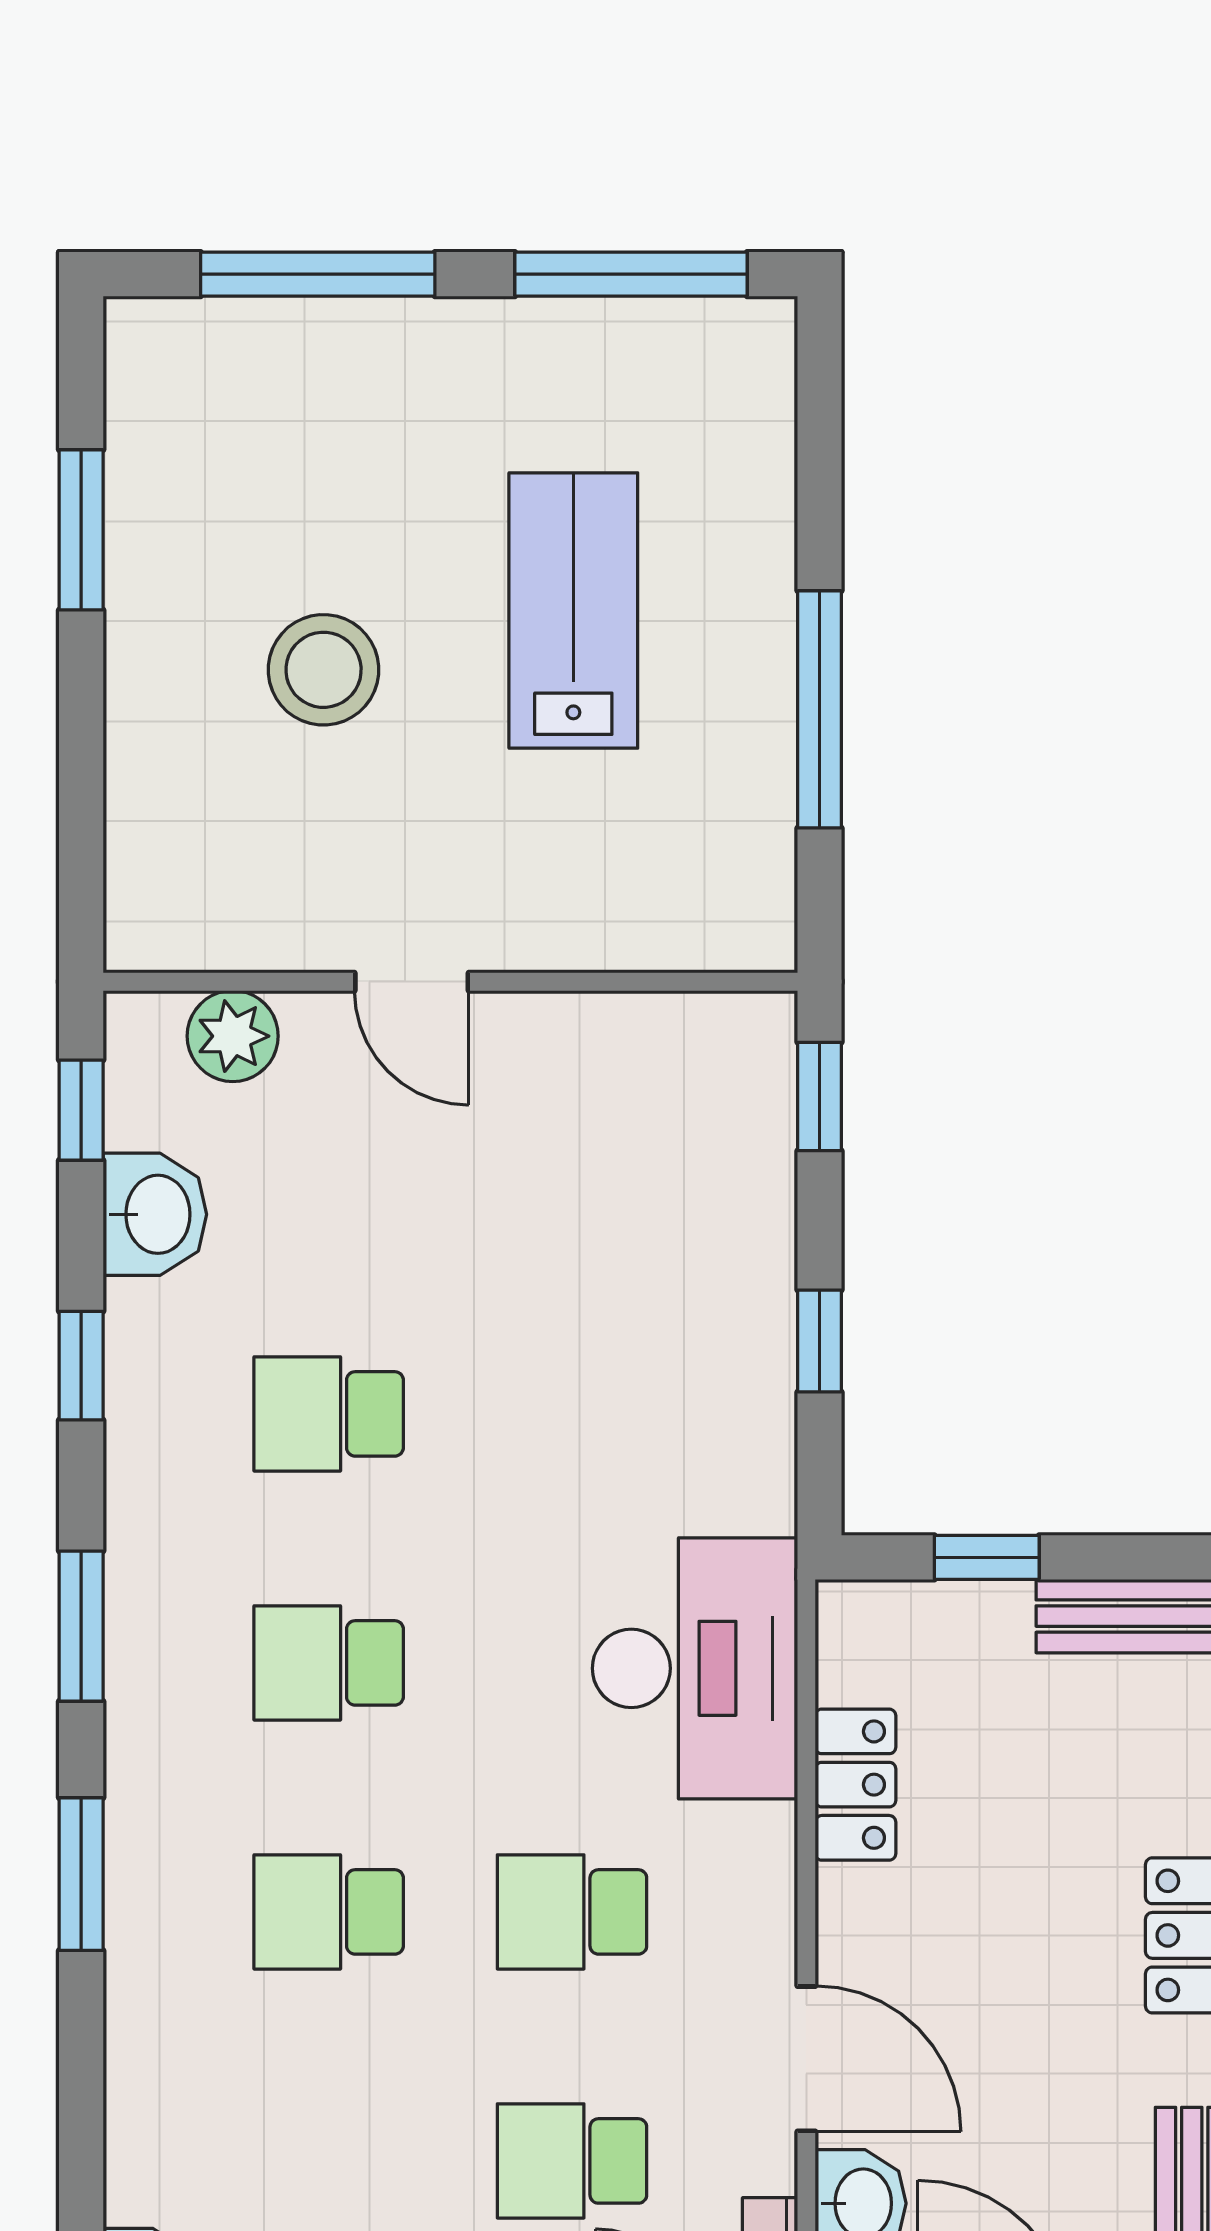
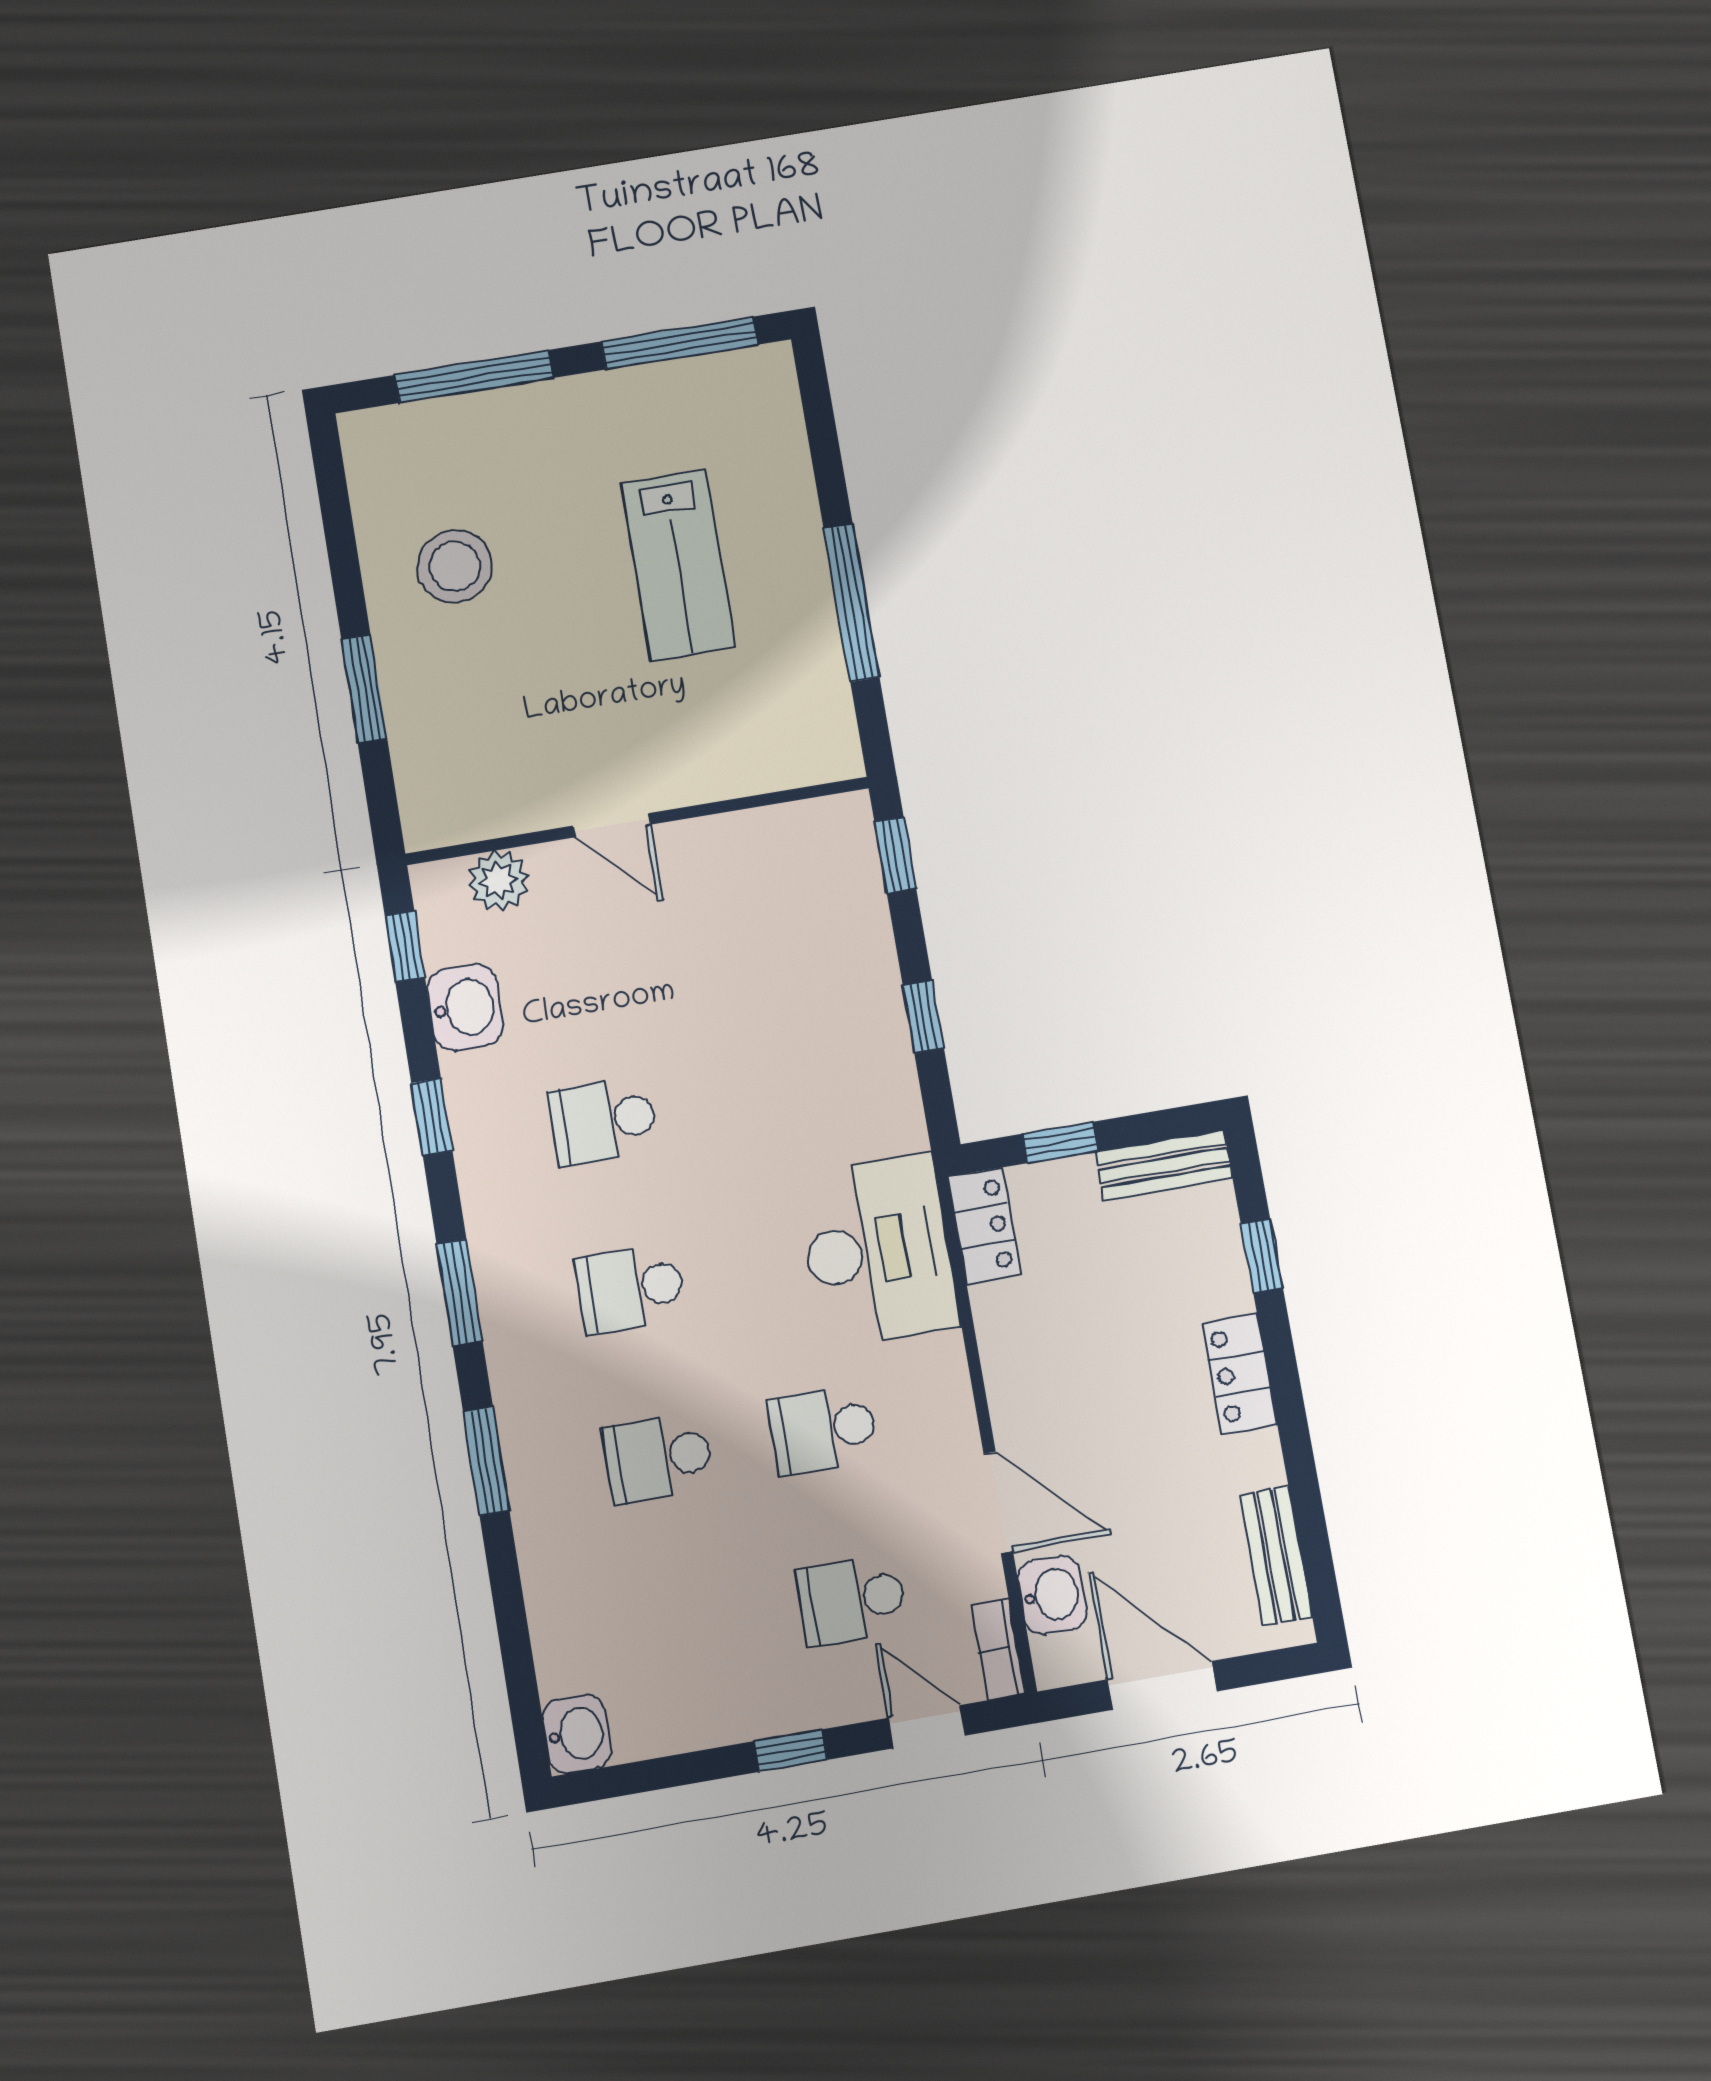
window: (81, 530) -> (364, 689), moved
lab bench: (573, 610) -> (678, 565), turned 180
stool: (324, 670) -> (455, 566), moved
locker: (855, 1785) -> (984, 1226), moved

